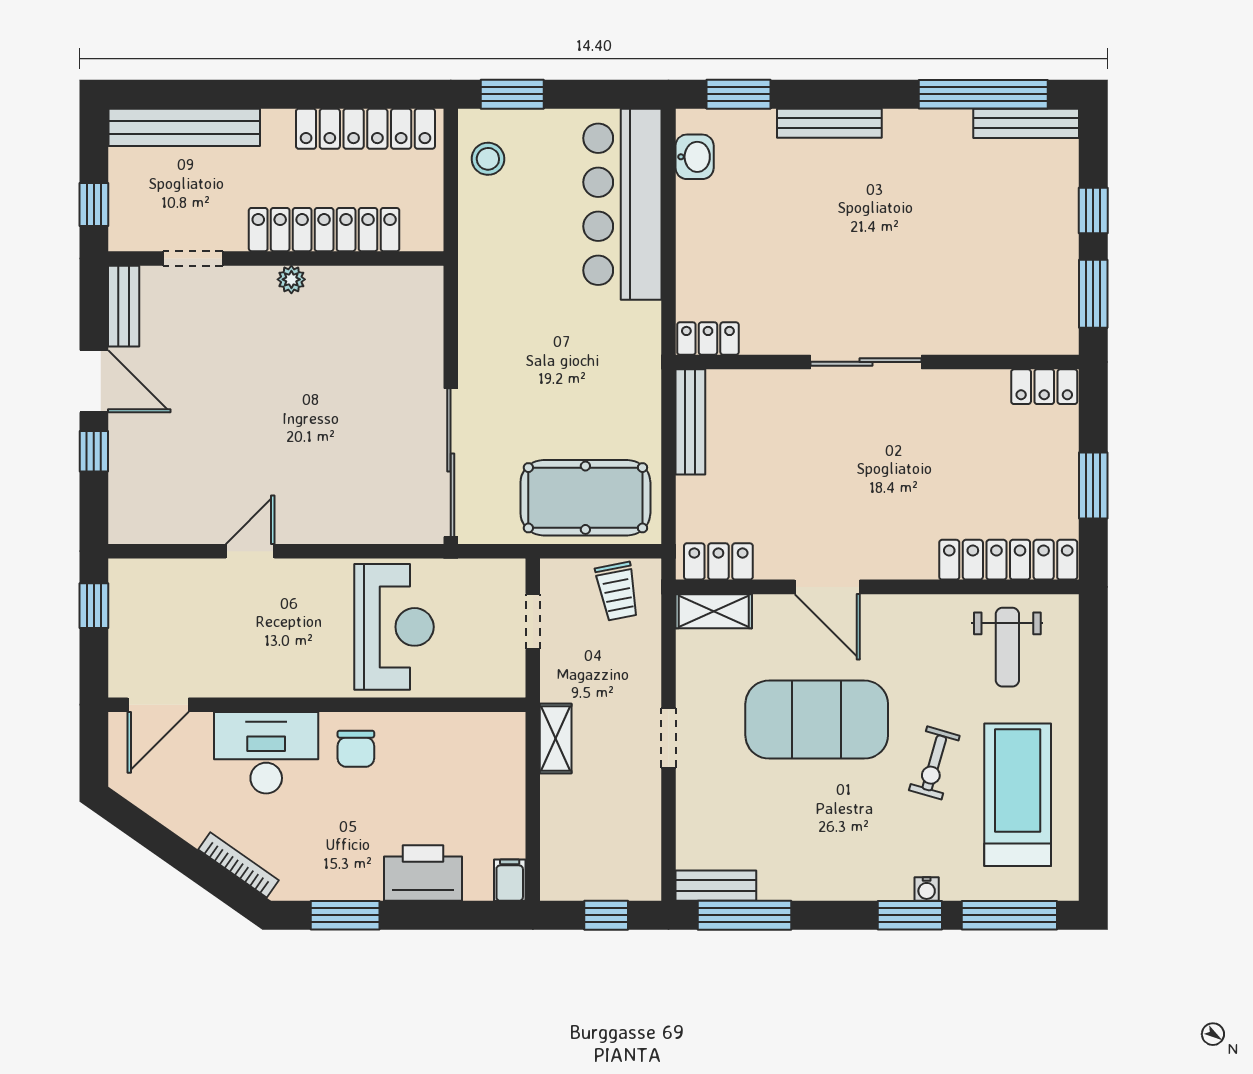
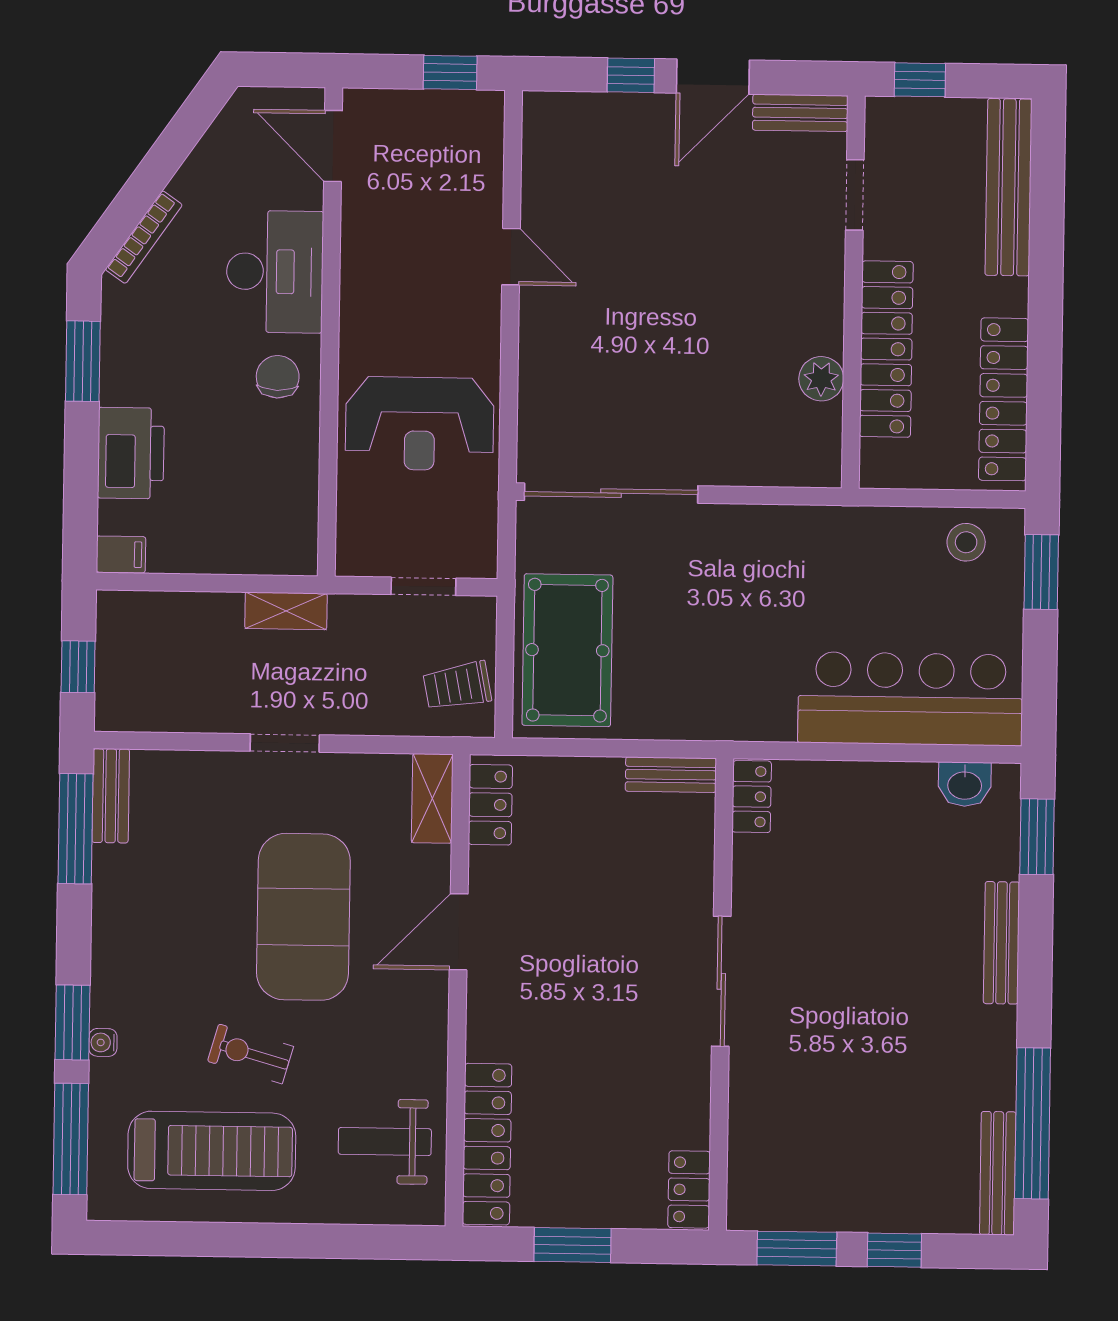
plant: (291, 279) -> (821, 379), moved, width x1.38, depth x1.38
bench: (690, 422) -> (671, 775), width x0.73
chair: (356, 749) -> (278, 377), turned 91

